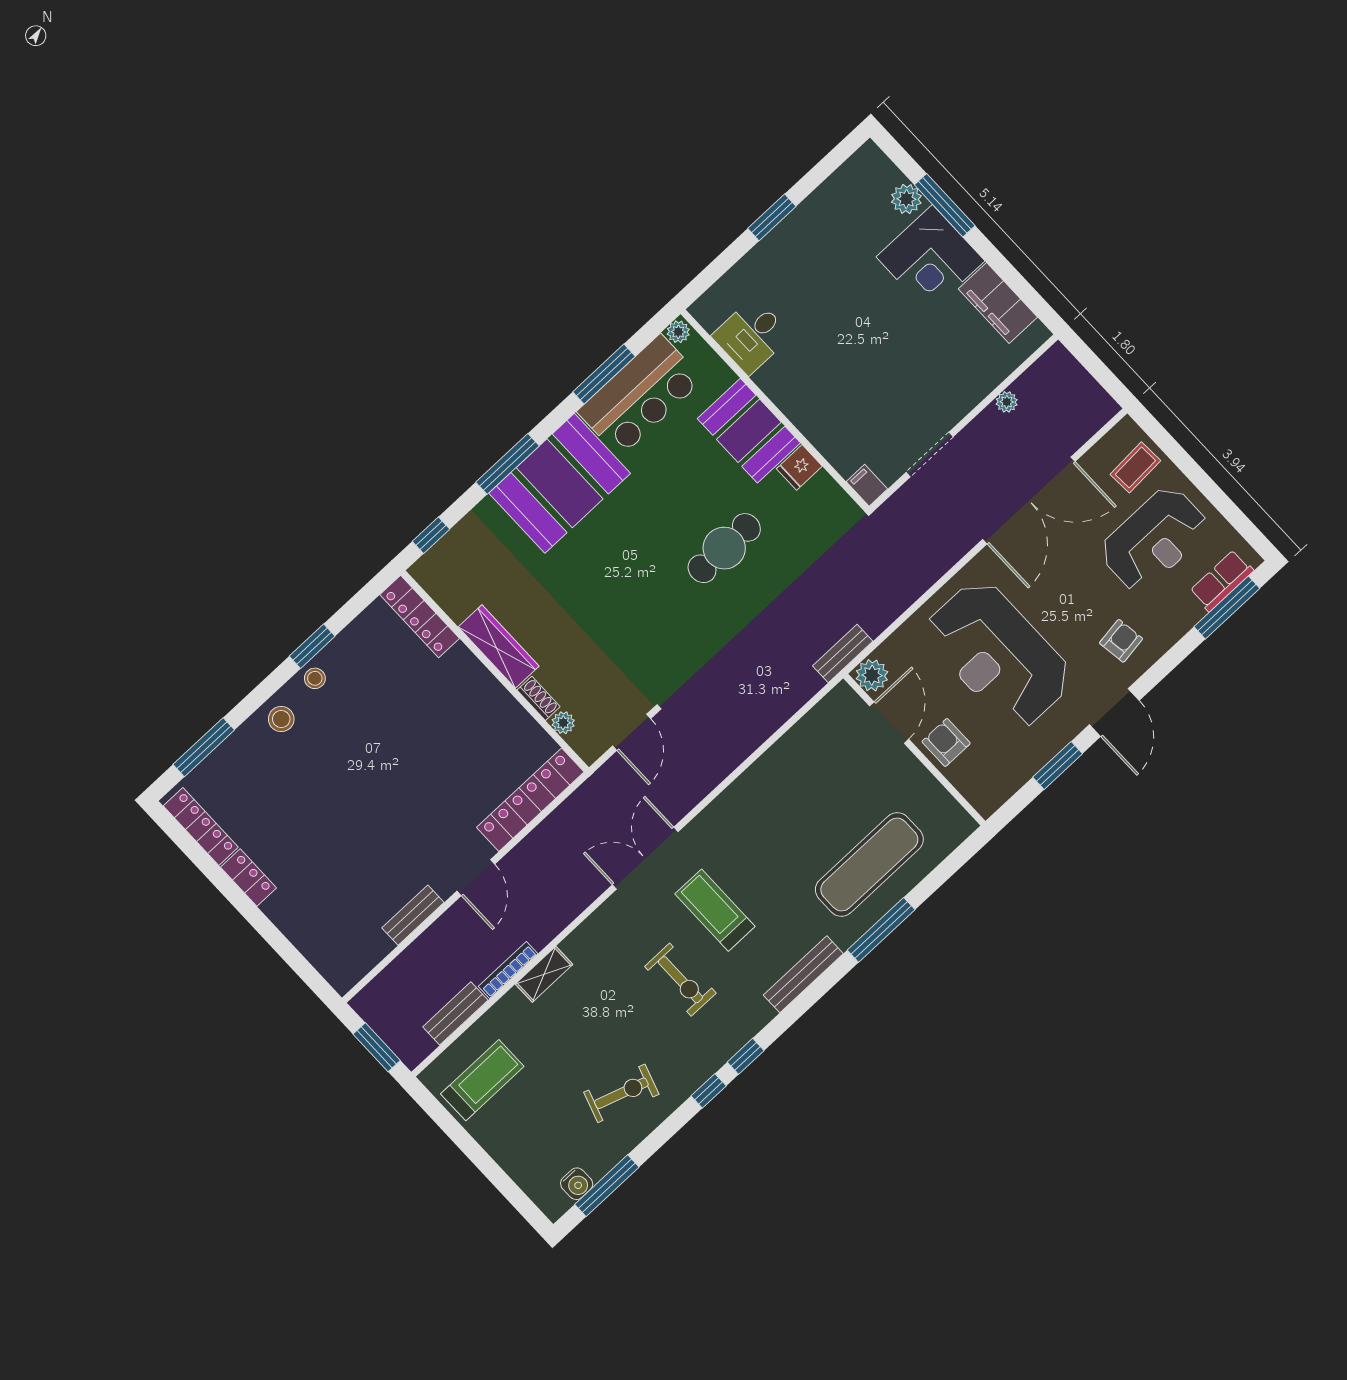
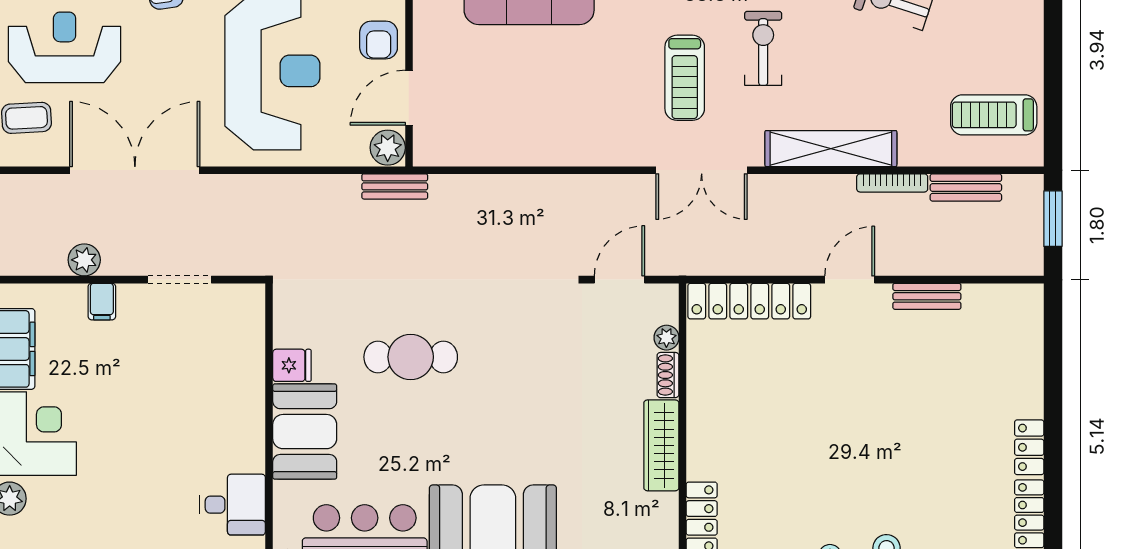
plant: (1007, 402) -> (84, 260), width x1.38, depth x1.38
filing cabinet: (867, 485) -> (102, 302), moved
shelving: (544, 974) -> (831, 149), width x2.20, depth x1.33

